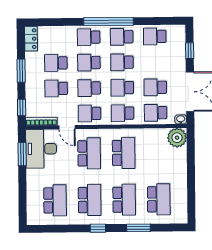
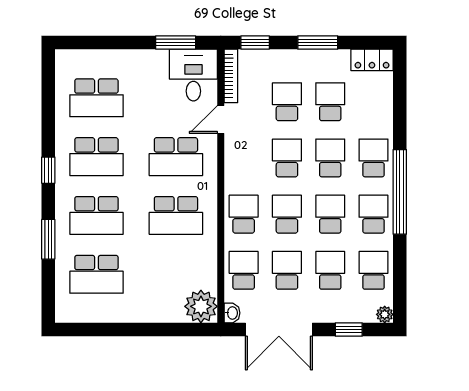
plant: (181, 30) -> (385, 314), added
school desk: (89, 114) -> (330, 270), moved
desk: (41, 149) -> (193, 75), width x0.73

